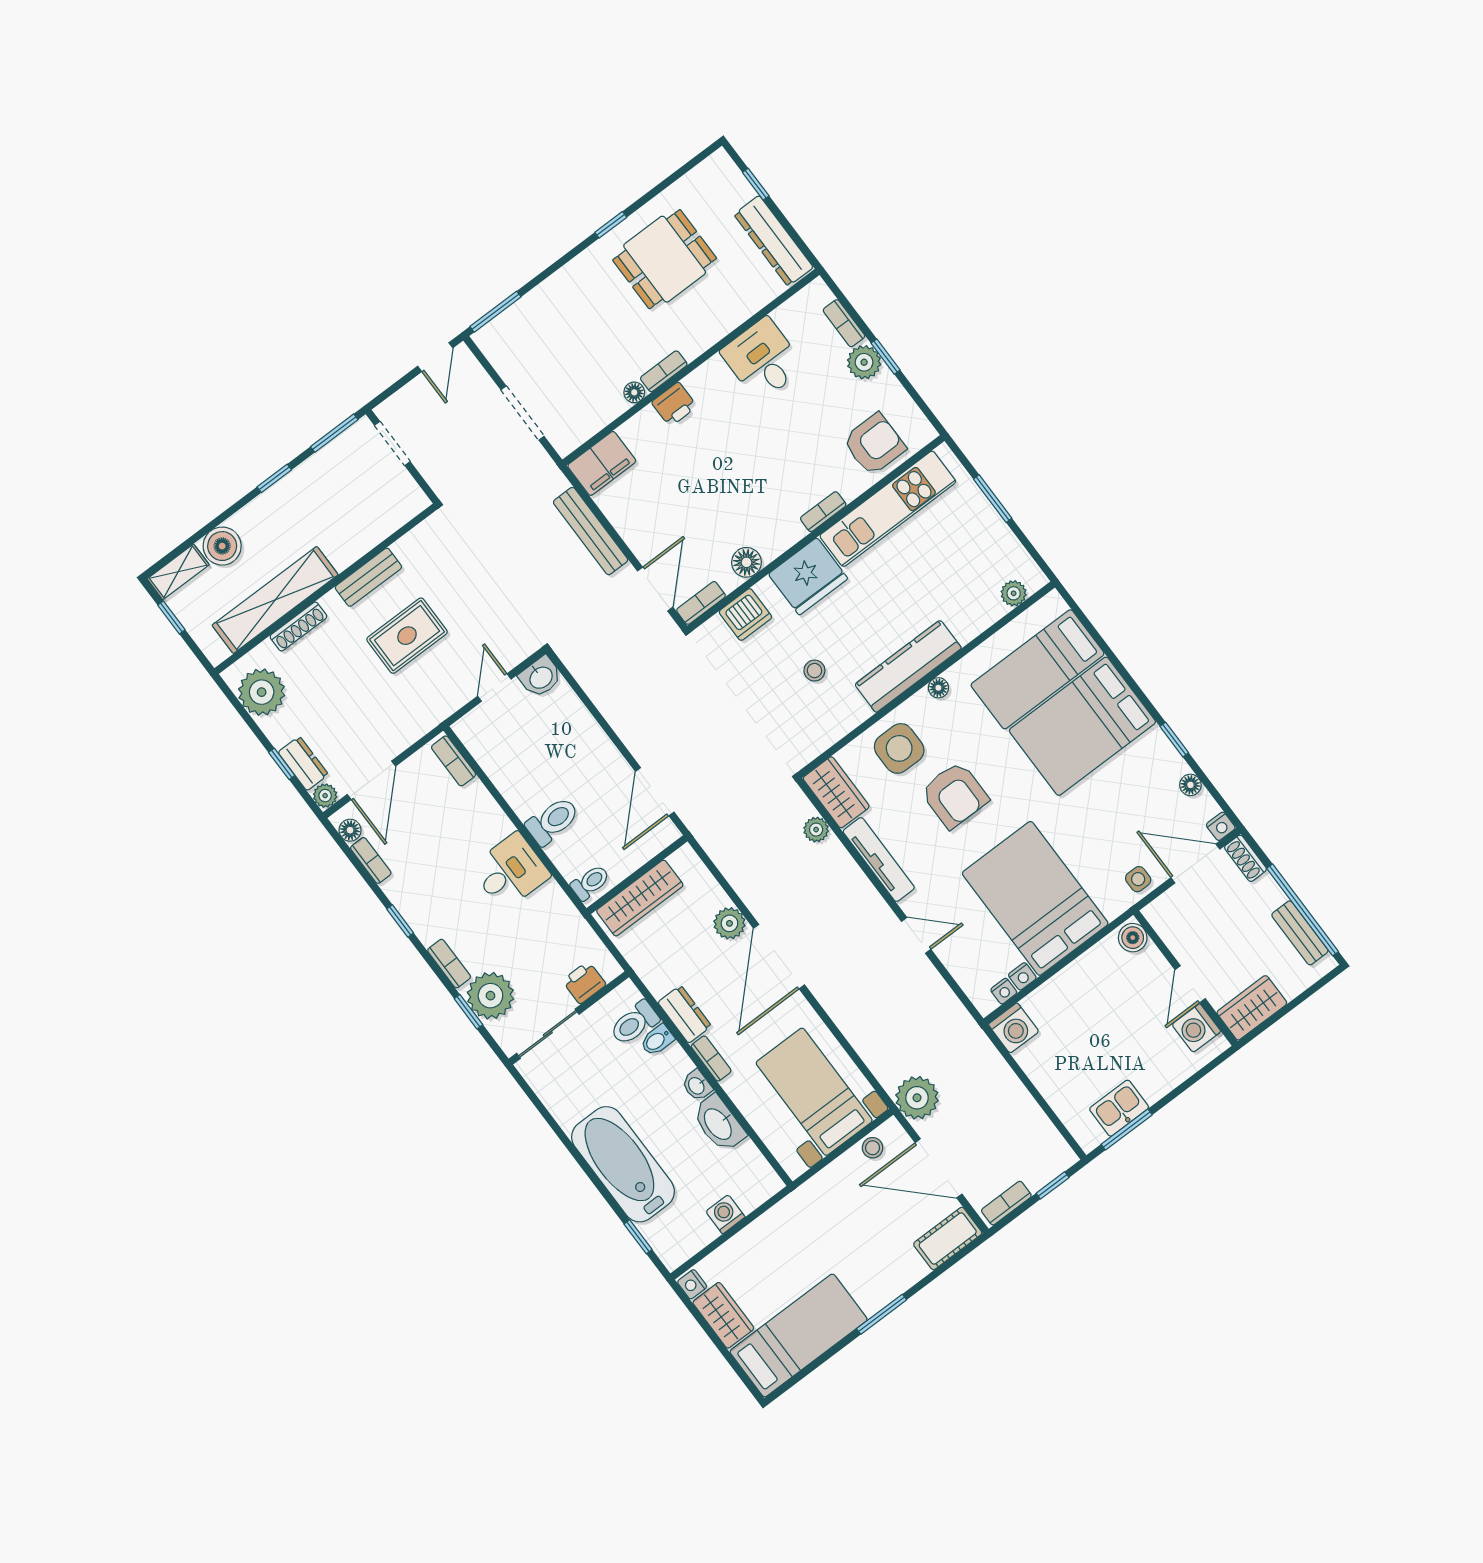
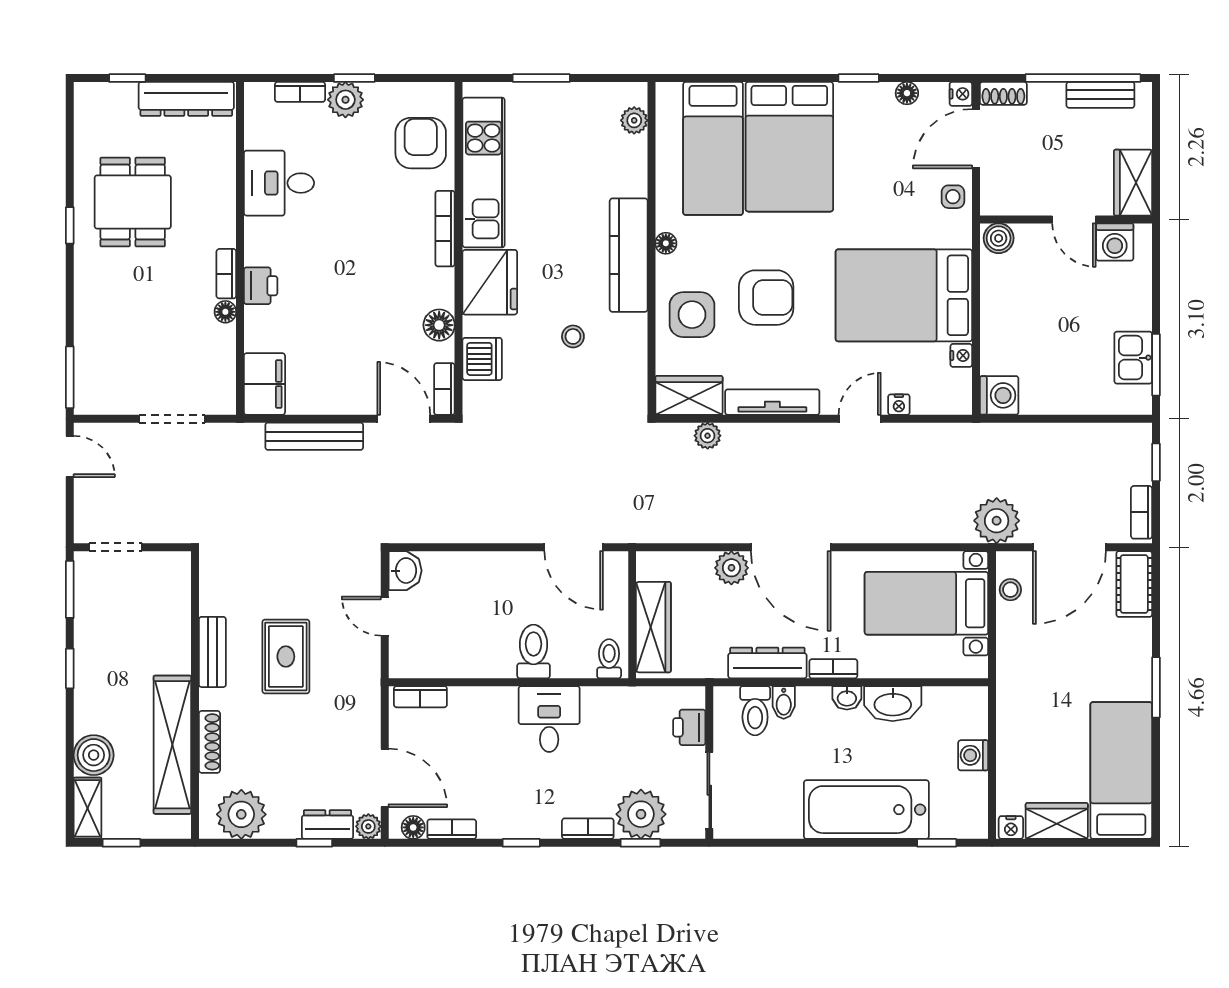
bookcase: (823, 512) -> (445, 229), width x1.56
nightstand: (1004, 991) -> (899, 405), moved, turned 90
dresser: (685, 1014) -> (767, 663), width x1.44

